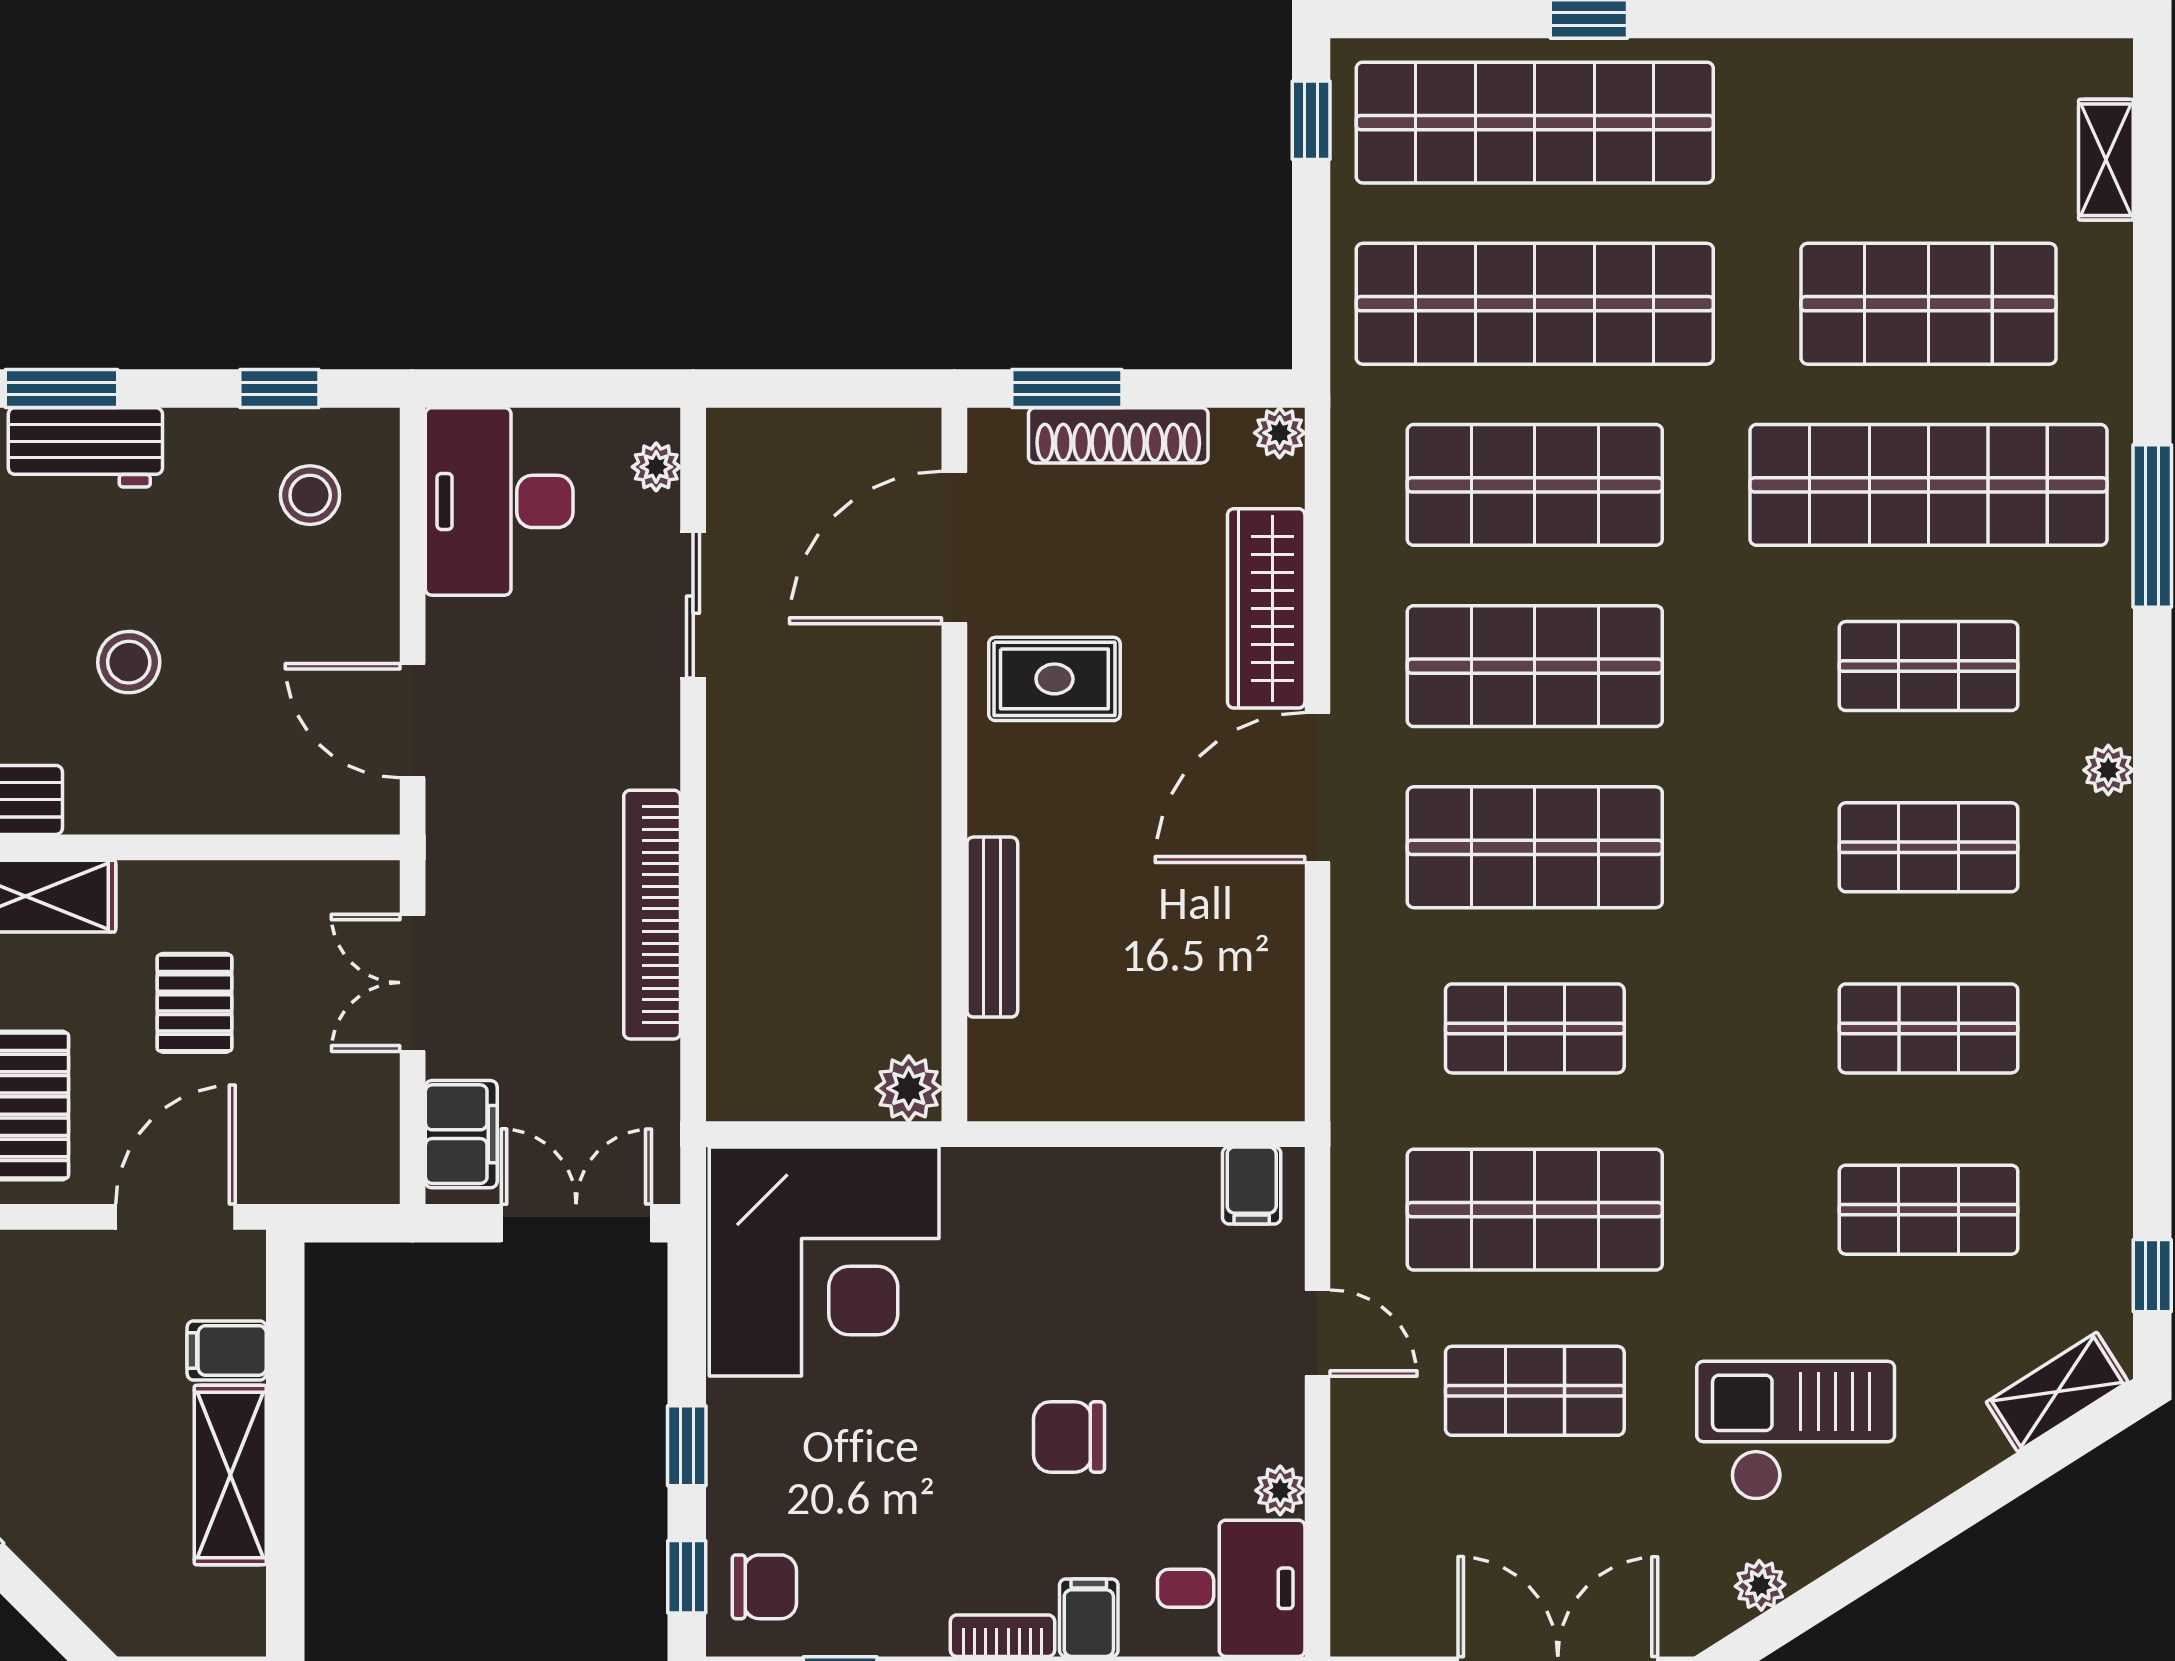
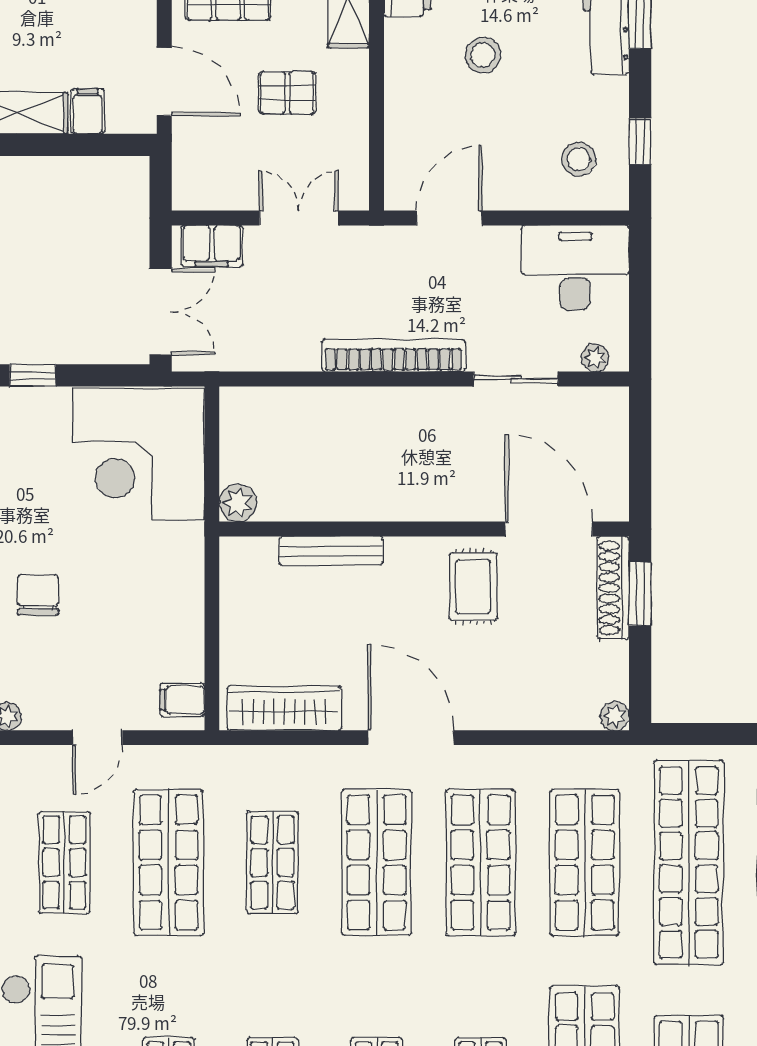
shoe rack: (1118, 435) -> (613, 588), moved
wardrobe: (1266, 608) -> (284, 708), moved
bookcase: (652, 915) -> (393, 355), moved

